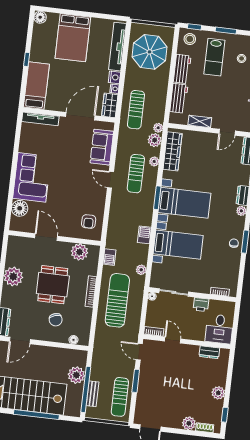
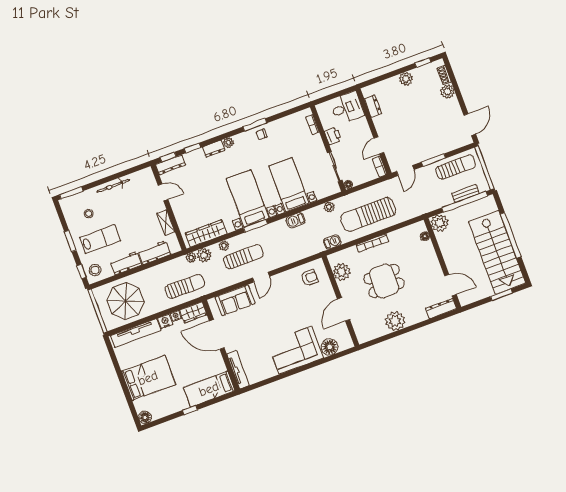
chair: (56, 320) -> (415, 262), removed
plant: (76, 375) -> (440, 223), moved

